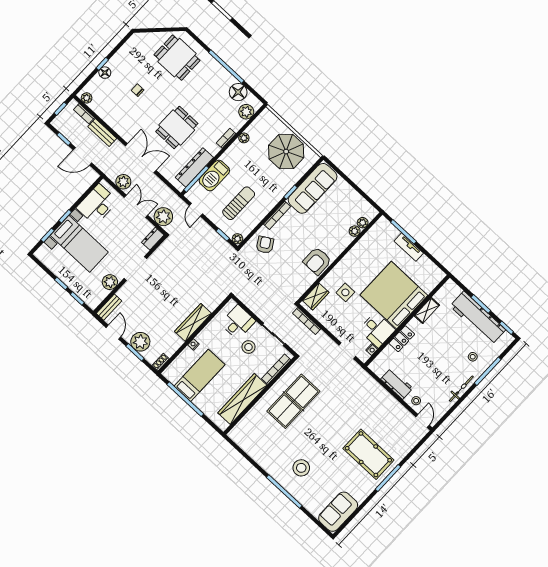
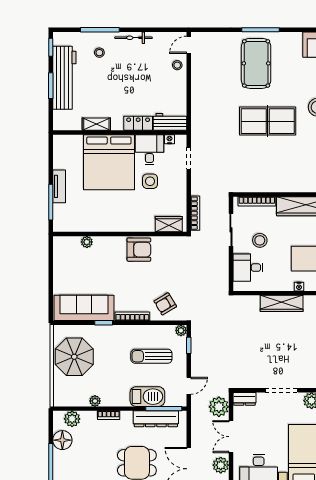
plant: (363, 223) -> (74, 242), removed
side table: (345, 292) -> (150, 181), moved
workbench: (397, 384) -> (170, 122), moved, turned 90
table tennis table: (293, 401) -> (268, 121), moved

